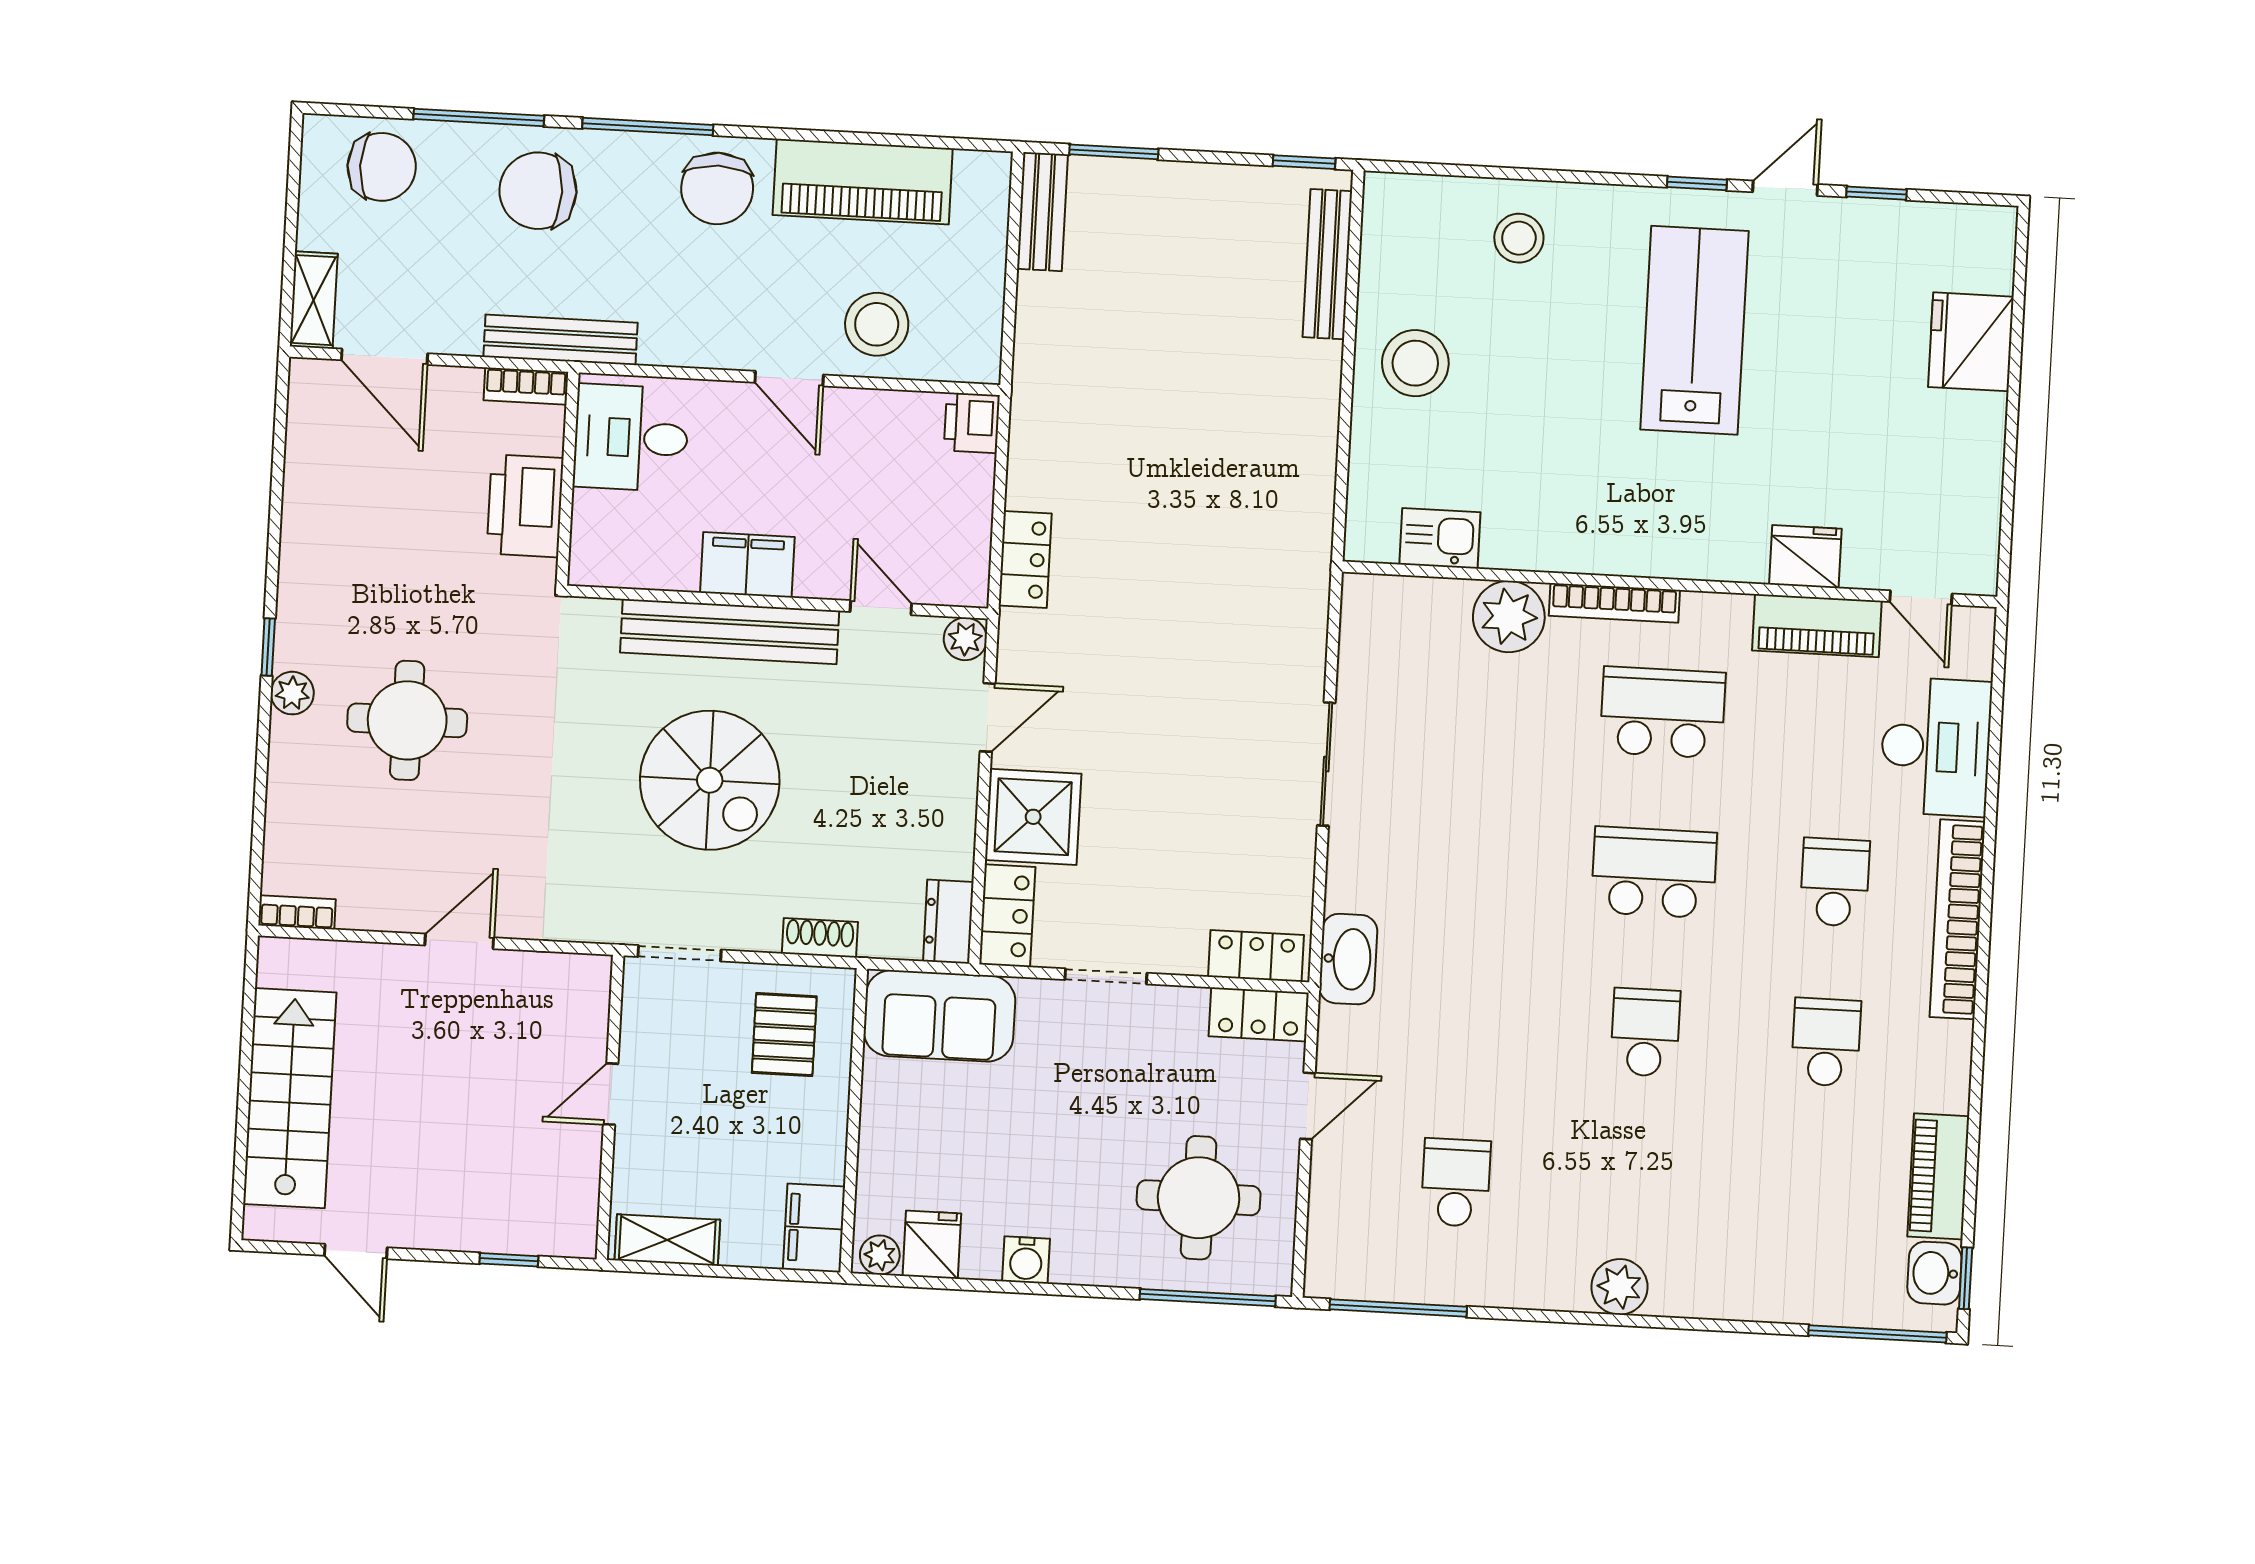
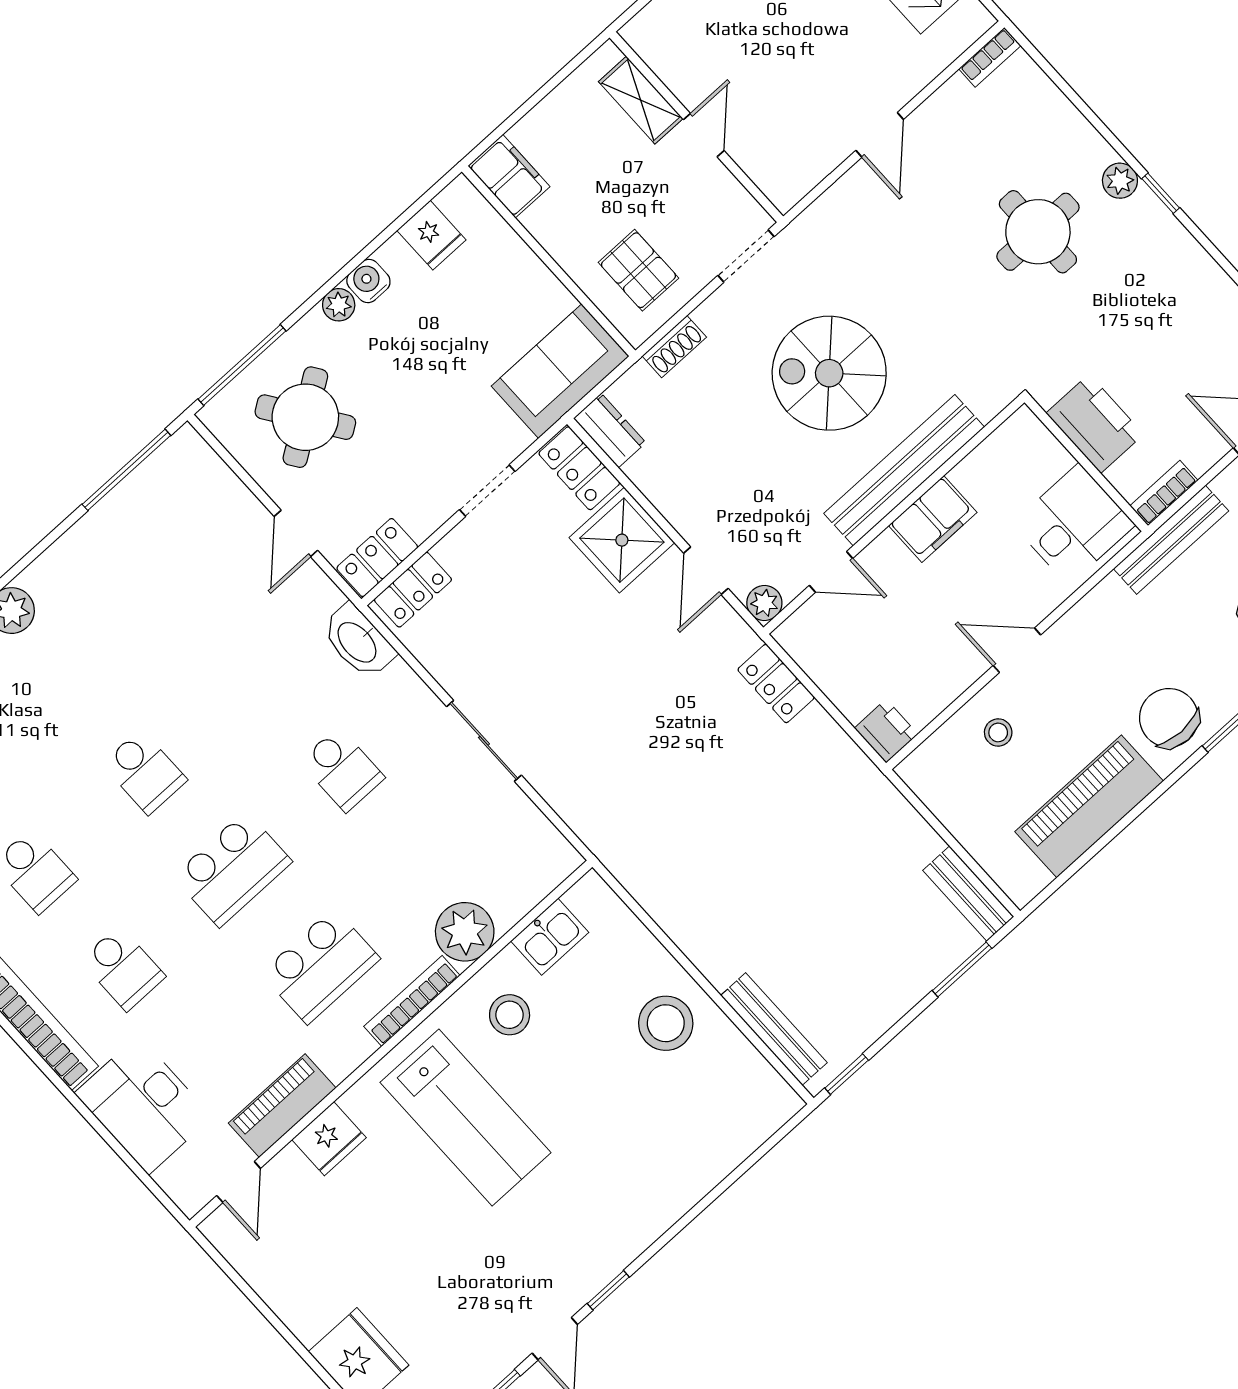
stool: (1519, 238) -> (510, 1015), moved
stool: (877, 324) -> (998, 732), width x0.53, depth x0.53
lab bench: (1694, 330) -> (465, 1118), moved
door: (1921, 598) -> (239, 1182), swing flipped
school desk: (1456, 1183) -> (342, 770), moved
round table: (1199, 1198) -> (305, 417), turned -34
shelving: (667, 1240) -> (641, 100), moved, turned 90
plant: (880, 1255) -> (339, 305), moved

